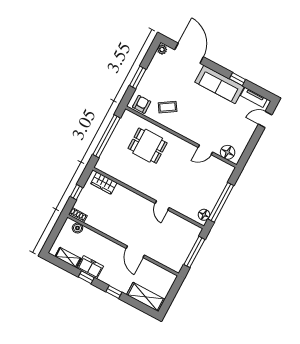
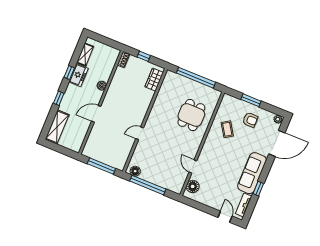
armchair: (142, 104) -> (250, 120), moved
boiler: (77, 228) -> (102, 86), moved

